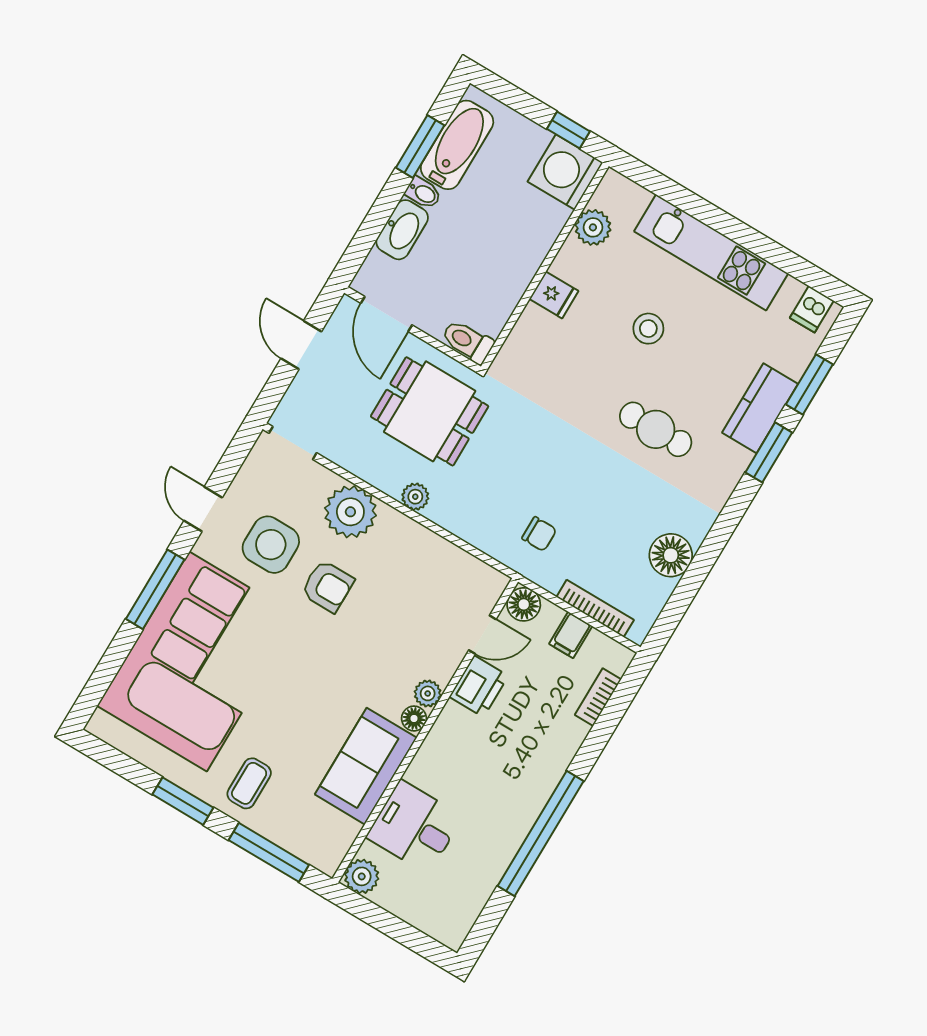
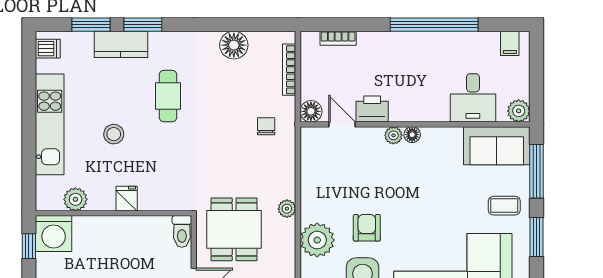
filing cabinet: (571, 635) -> (510, 43), moved, turned 90
sofa: (366, 766) -> (497, 146), moved

